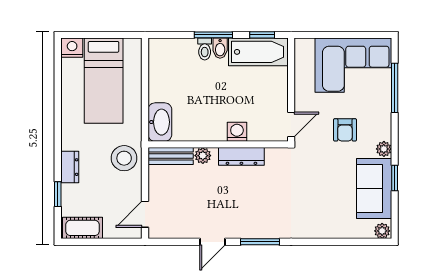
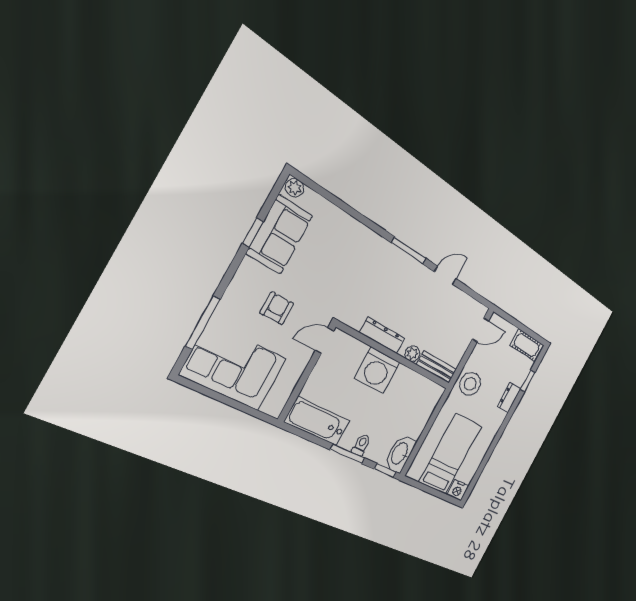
window: (262, 35) -> (385, 471), moved
bidet: (220, 48) -> (348, 440), removed
washbasin: (160, 122) -> (400, 454), moved
washing machine: (237, 132) -> (377, 370), width x1.89, depth x1.89
plant: (384, 149) -> (248, 268), removed

